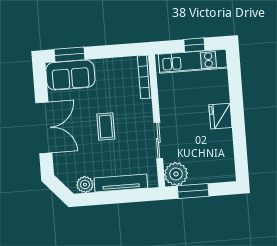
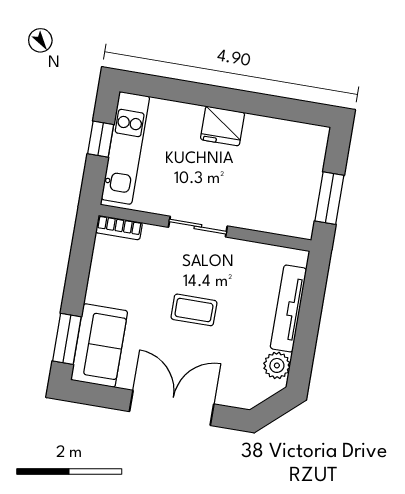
bookcase: (145, 77) -> (119, 228), width x0.64
sliding door: (158, 141) -> (198, 227), moved
plant: (176, 174) -> (296, 218), removed

